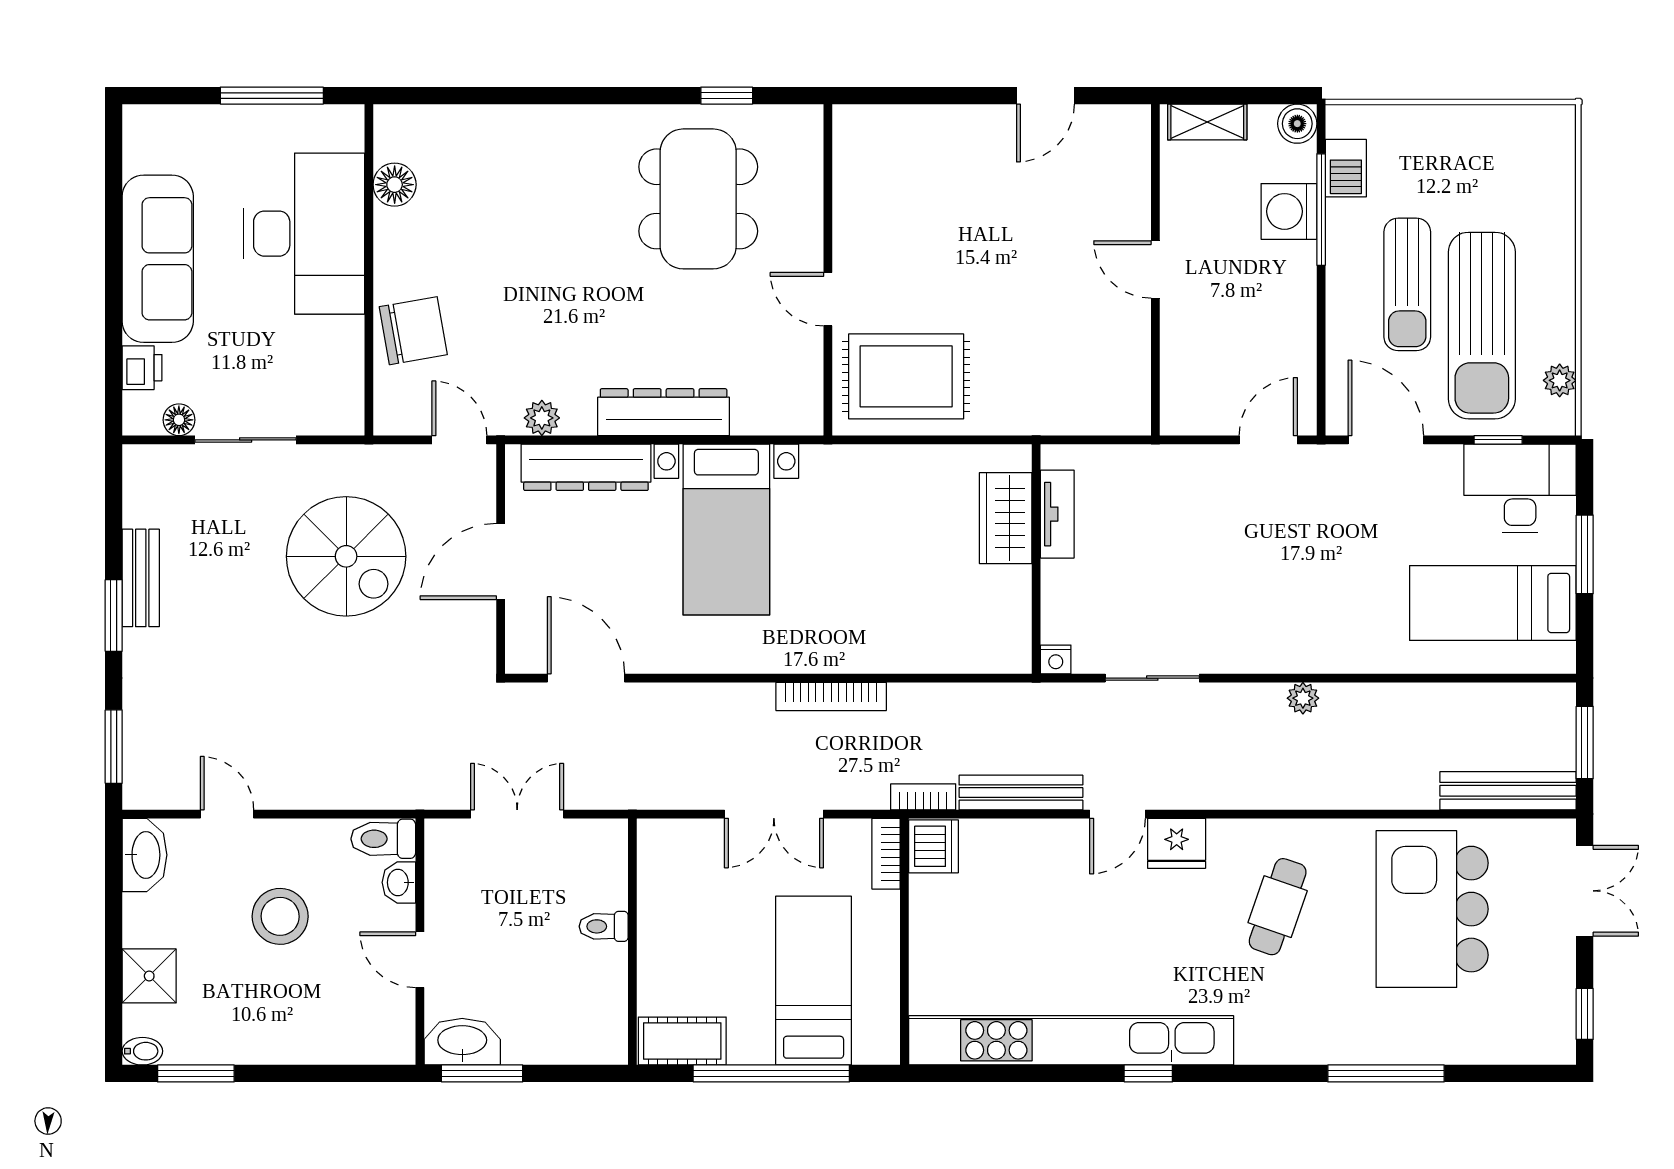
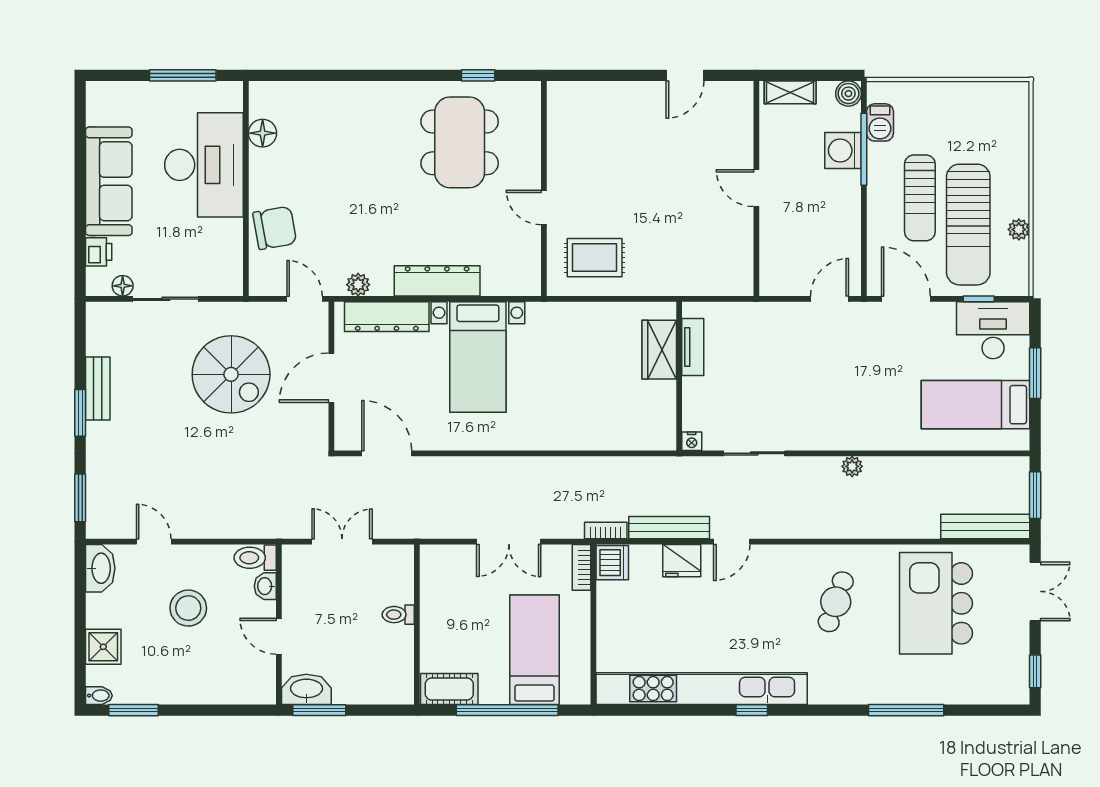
rug: (906, 376) -> (595, 258), width x0.73, depth x0.70
plant: (1560, 380) -> (1019, 229), moved
bookcase: (831, 696) -> (546, 465), removed
fridge: (1177, 843) -> (682, 561), moved

